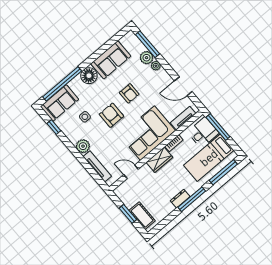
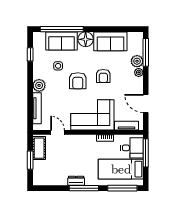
sofa: (60, 103) -> (62, 41), moved
armchair: (111, 115) -> (78, 81), turned 180
wardrobe: (159, 160) -> (85, 141), removed
cot: (142, 216) -> (39, 148), moved

